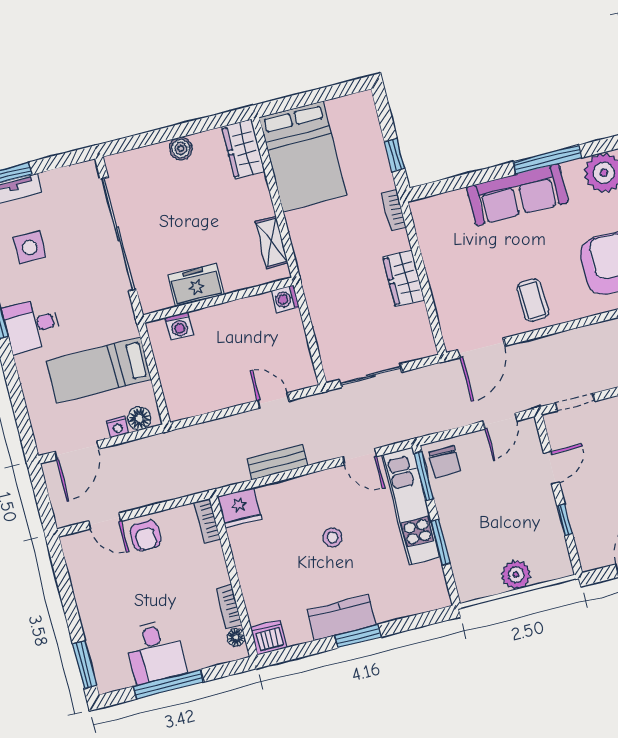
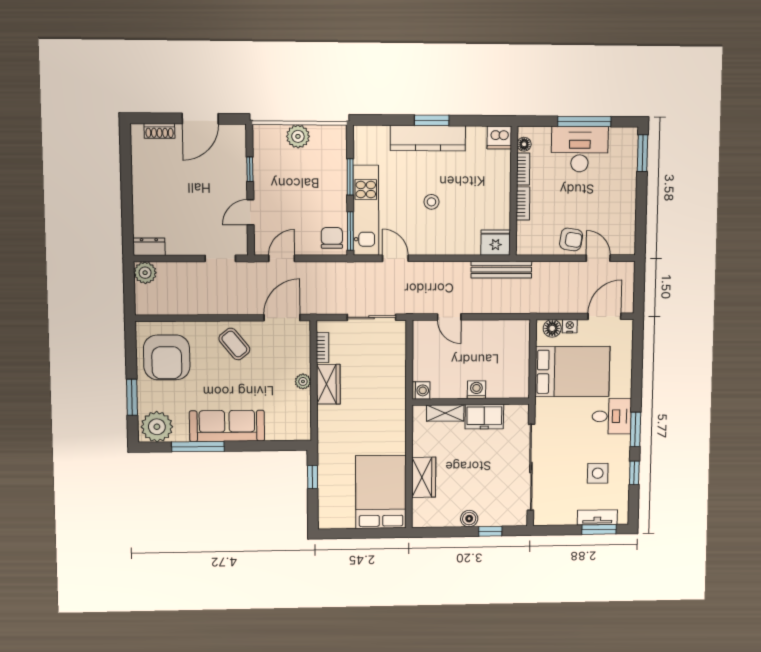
window: (149, 138) -> (490, 531), added
wardrobe: (243, 149) -> (424, 477), moved
bookcase: (394, 210) -> (323, 348), moved
shelving: (272, 242) -> (445, 413), moved, turned 90
plant: (436, 274) -> (303, 381), added
coffee table: (533, 300) -> (234, 344), turned -37
washing machine: (179, 326) -> (476, 390), moved
bed: (98, 370) -> (572, 372), width x1.50
bench: (277, 462) -> (501, 270), moved, width x1.36
bookcase: (207, 521) -> (523, 203), moved
armchair: (145, 536) -> (571, 239), turned 99
kitchen counter: (342, 618) -> (428, 138), width x1.50
desk: (155, 651) -> (580, 149), width x1.37

